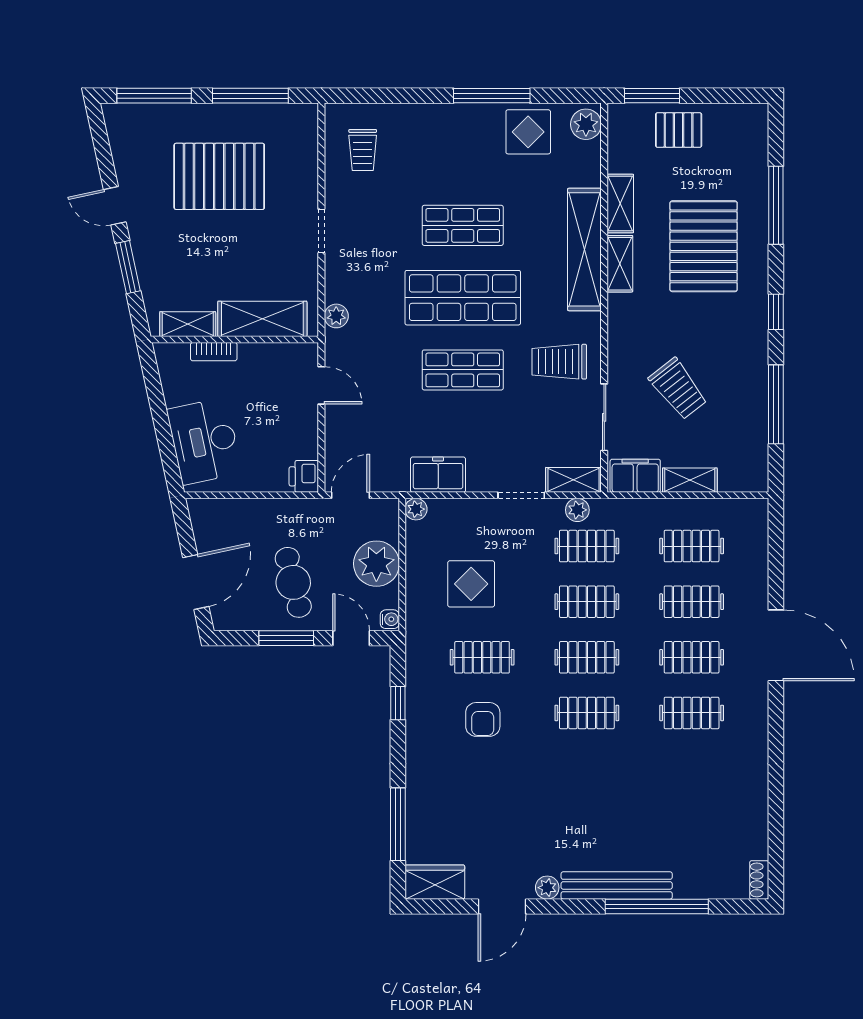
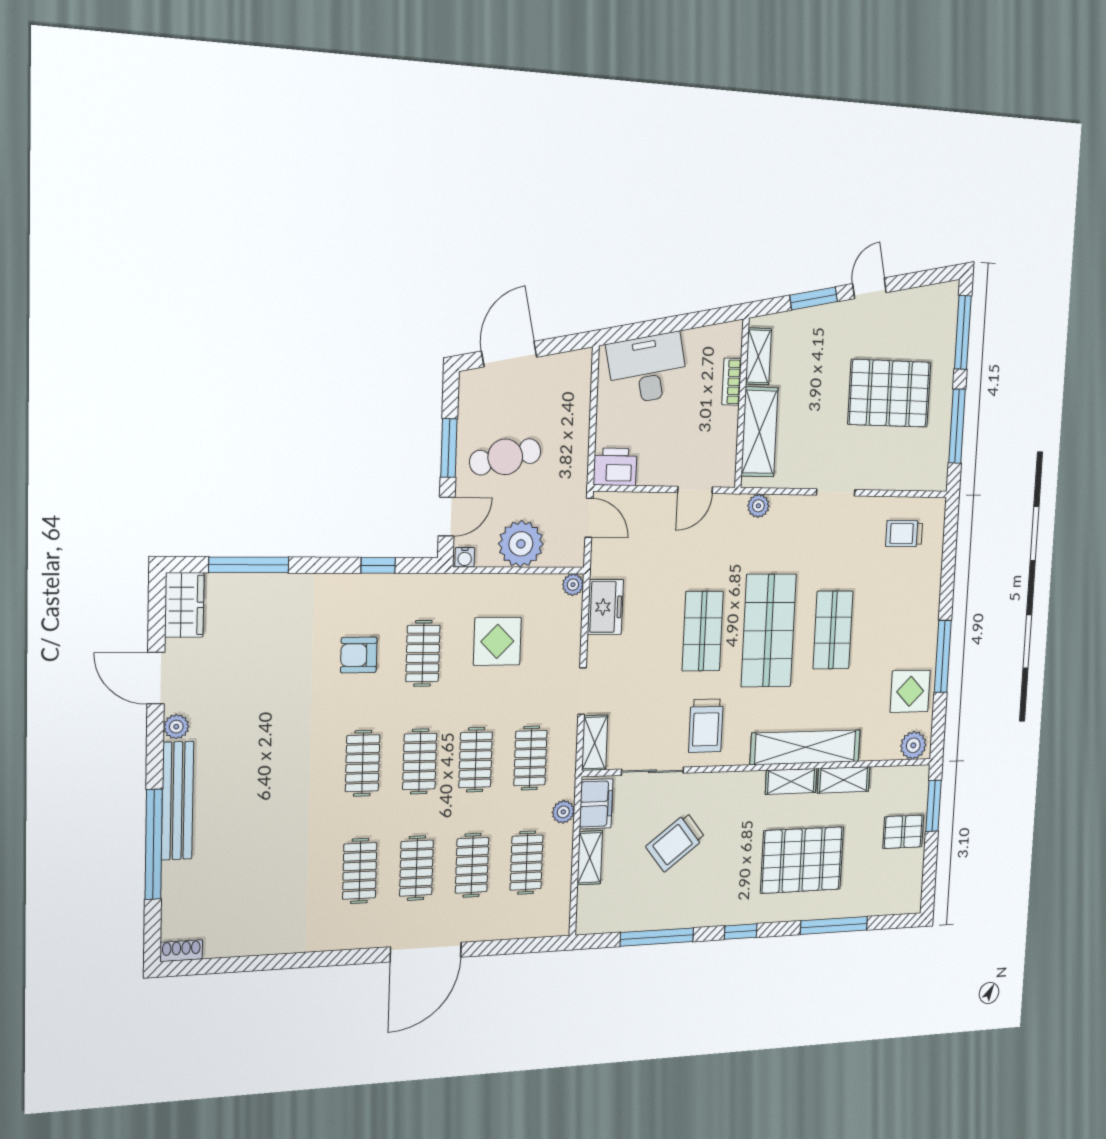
pallet: (679, 130) -> (903, 832), turned 90
pallet: (219, 176) -> (889, 393), turned 90
trolley: (559, 362) -> (706, 726), turned 180
printer: (304, 476) -> (615, 467), width x1.36, depth x1.24
plant: (577, 510) -> (563, 812), moved
door: (196, 582) -> (509, 354), swing flipped

